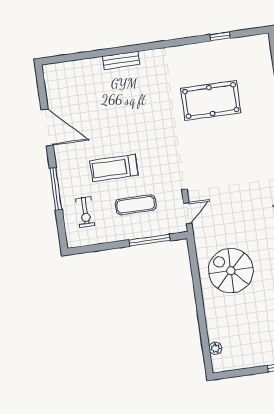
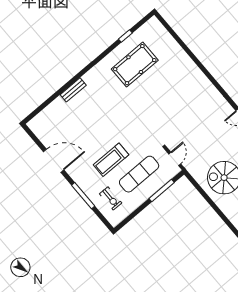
pool table: (211, 101) -> (135, 65), moved
exercise mat: (136, 205) -> (139, 174), width x1.36, depth x1.45

